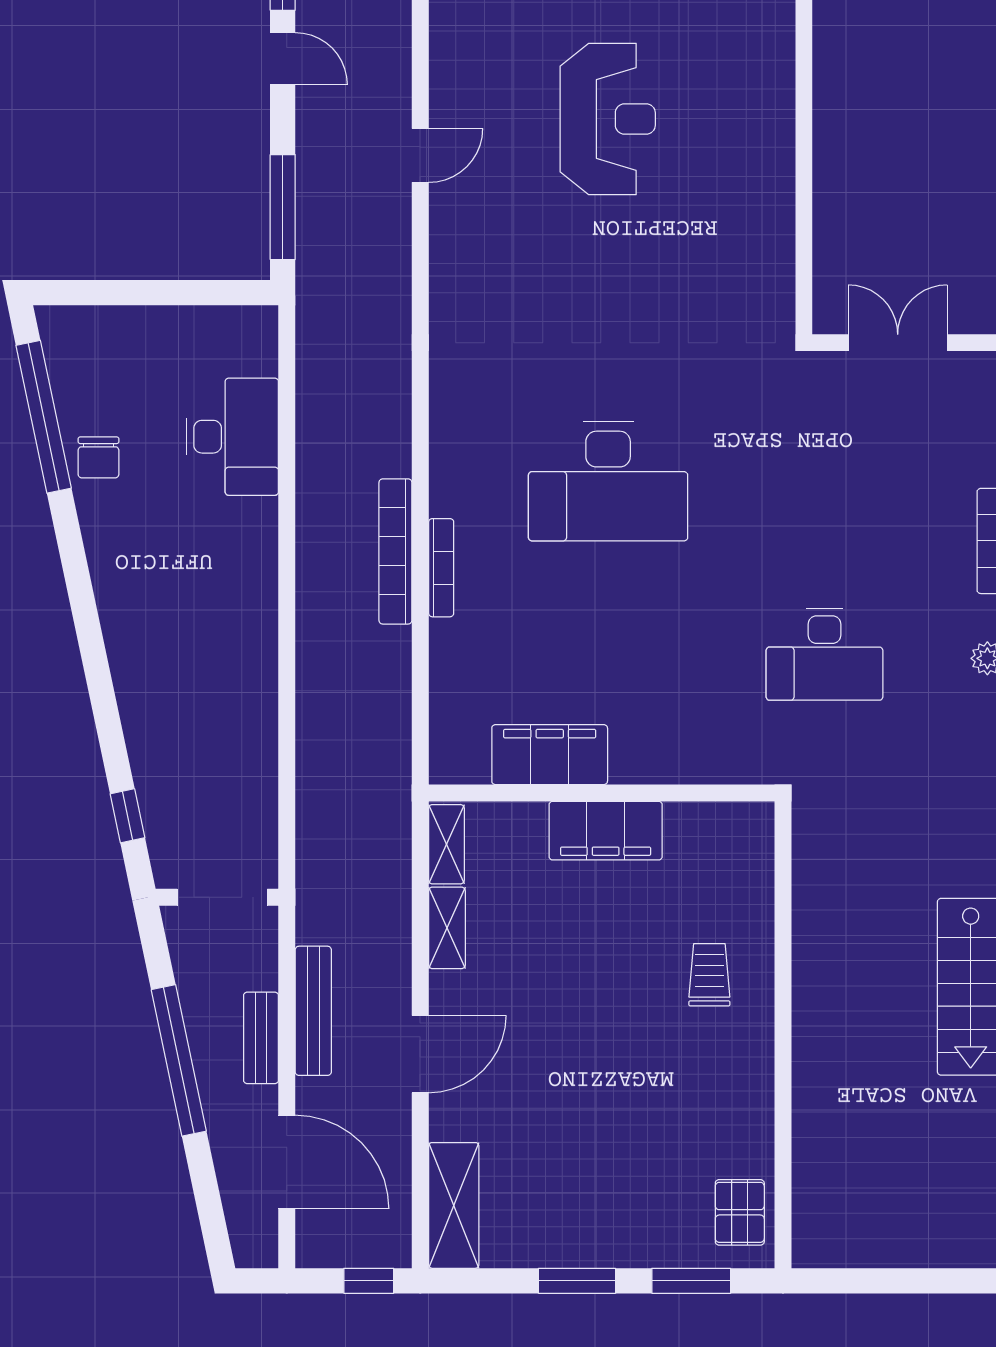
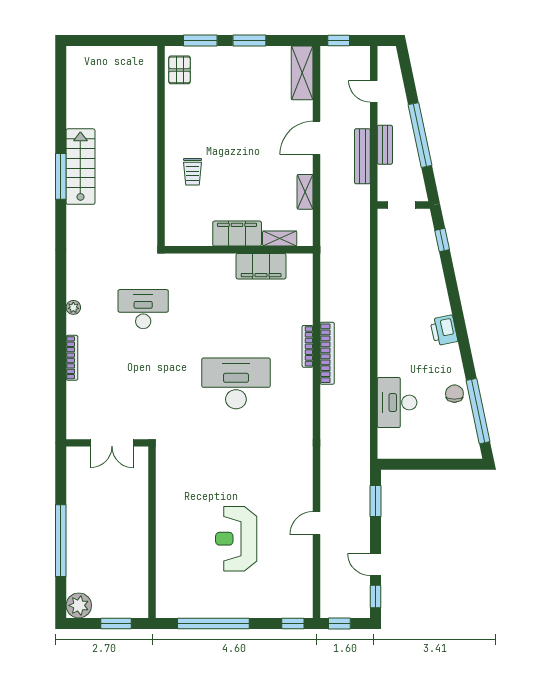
window: (283, 207) -> (376, 501), width x0.69
printer: (123, 605) -> (444, 330), added
shelving: (446, 844) -> (280, 239), moved, turned 90
doorway: (222, 897) -> (401, 205), width x0.73
door: (287, 1162) -> (374, 91), width x0.53

